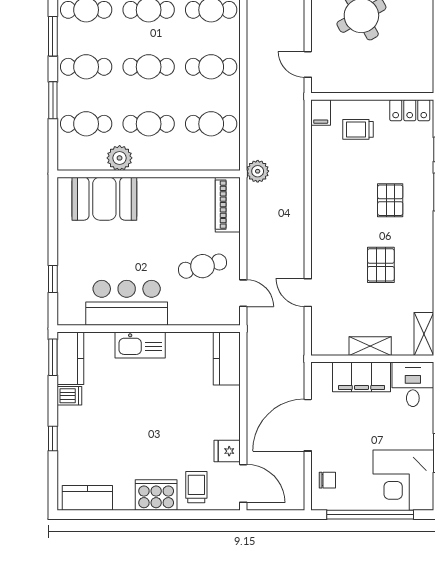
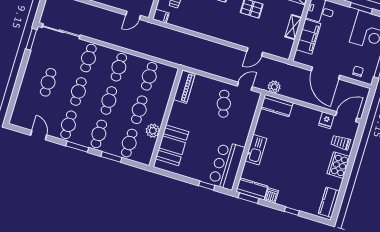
plant: (258, 171) -> (274, 87), moved
piano: (228, 205) -> (184, 87), moved, turned -90
bar counter: (127, 303) -> (227, 165), moved

